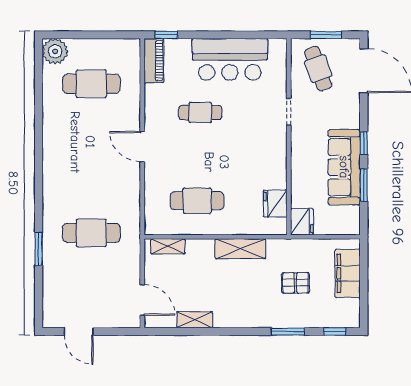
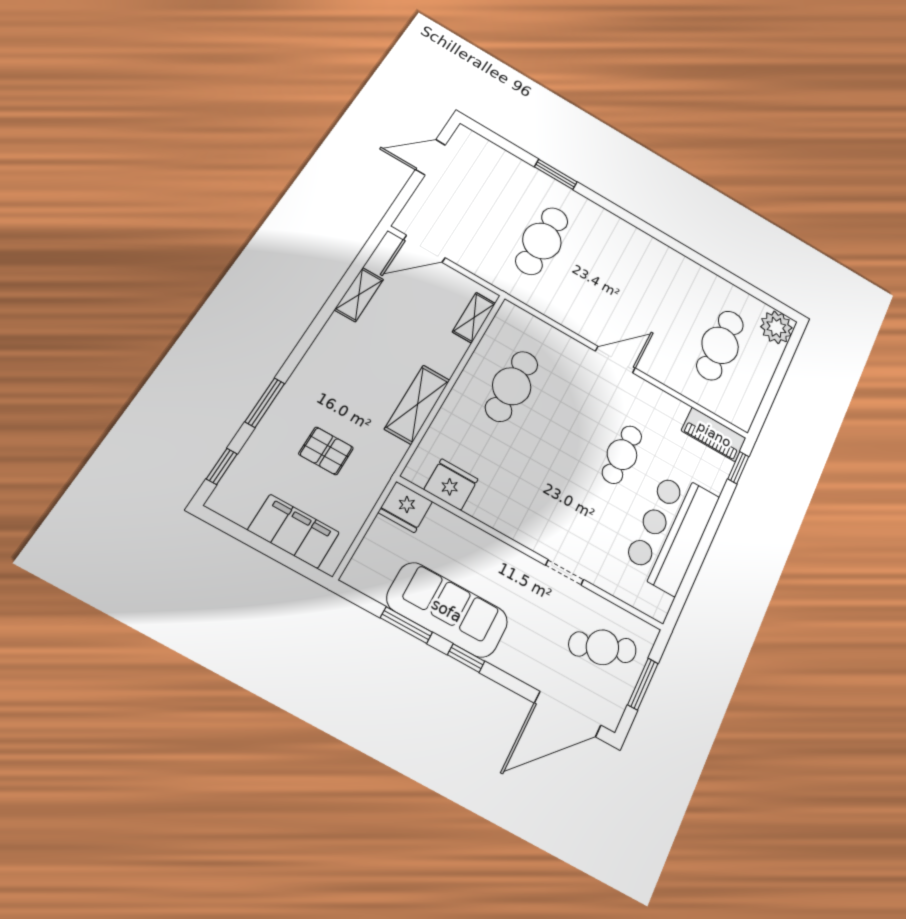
pallet: (296, 283) -> (326, 451), turned 90

